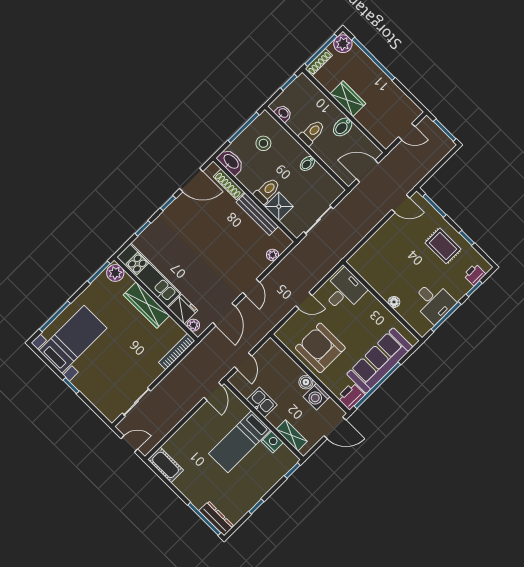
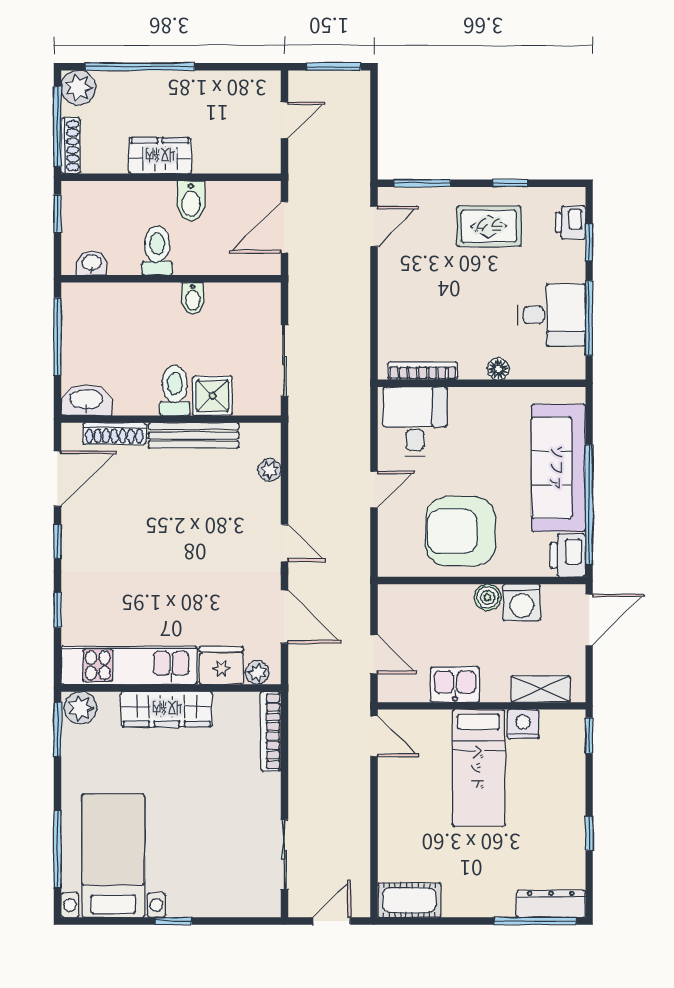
stool: (263, 143) -> (106, 331), removed
bookcase: (365, 275) -> (423, 371), added

